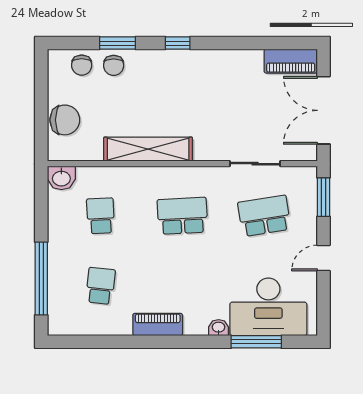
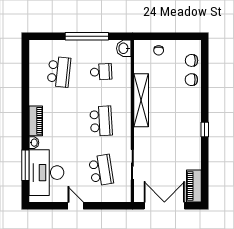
window: (117, 43) -> (205, 82), removed
window: (178, 43) -> (205, 130), moved
chair: (65, 120) -> (159, 50), width x0.54, depth x0.54
window: (324, 197) -> (112, 206), removed
window: (41, 279) -> (87, 36), moved
school desk: (101, 286) -> (59, 72), width x1.85
piano: (158, 324) -> (36, 121), moved

